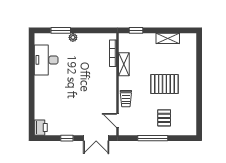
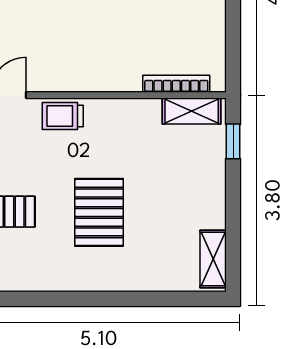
shelving: (168, 38) -> (213, 259), moved
shelving: (124, 64) -> (192, 111), moved

